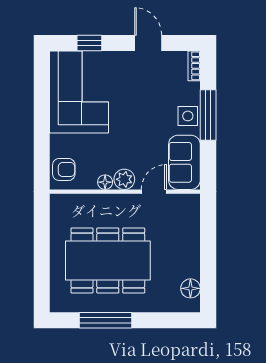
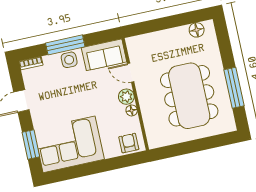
window: (89, 43) -> (31, 145), width x1.50

